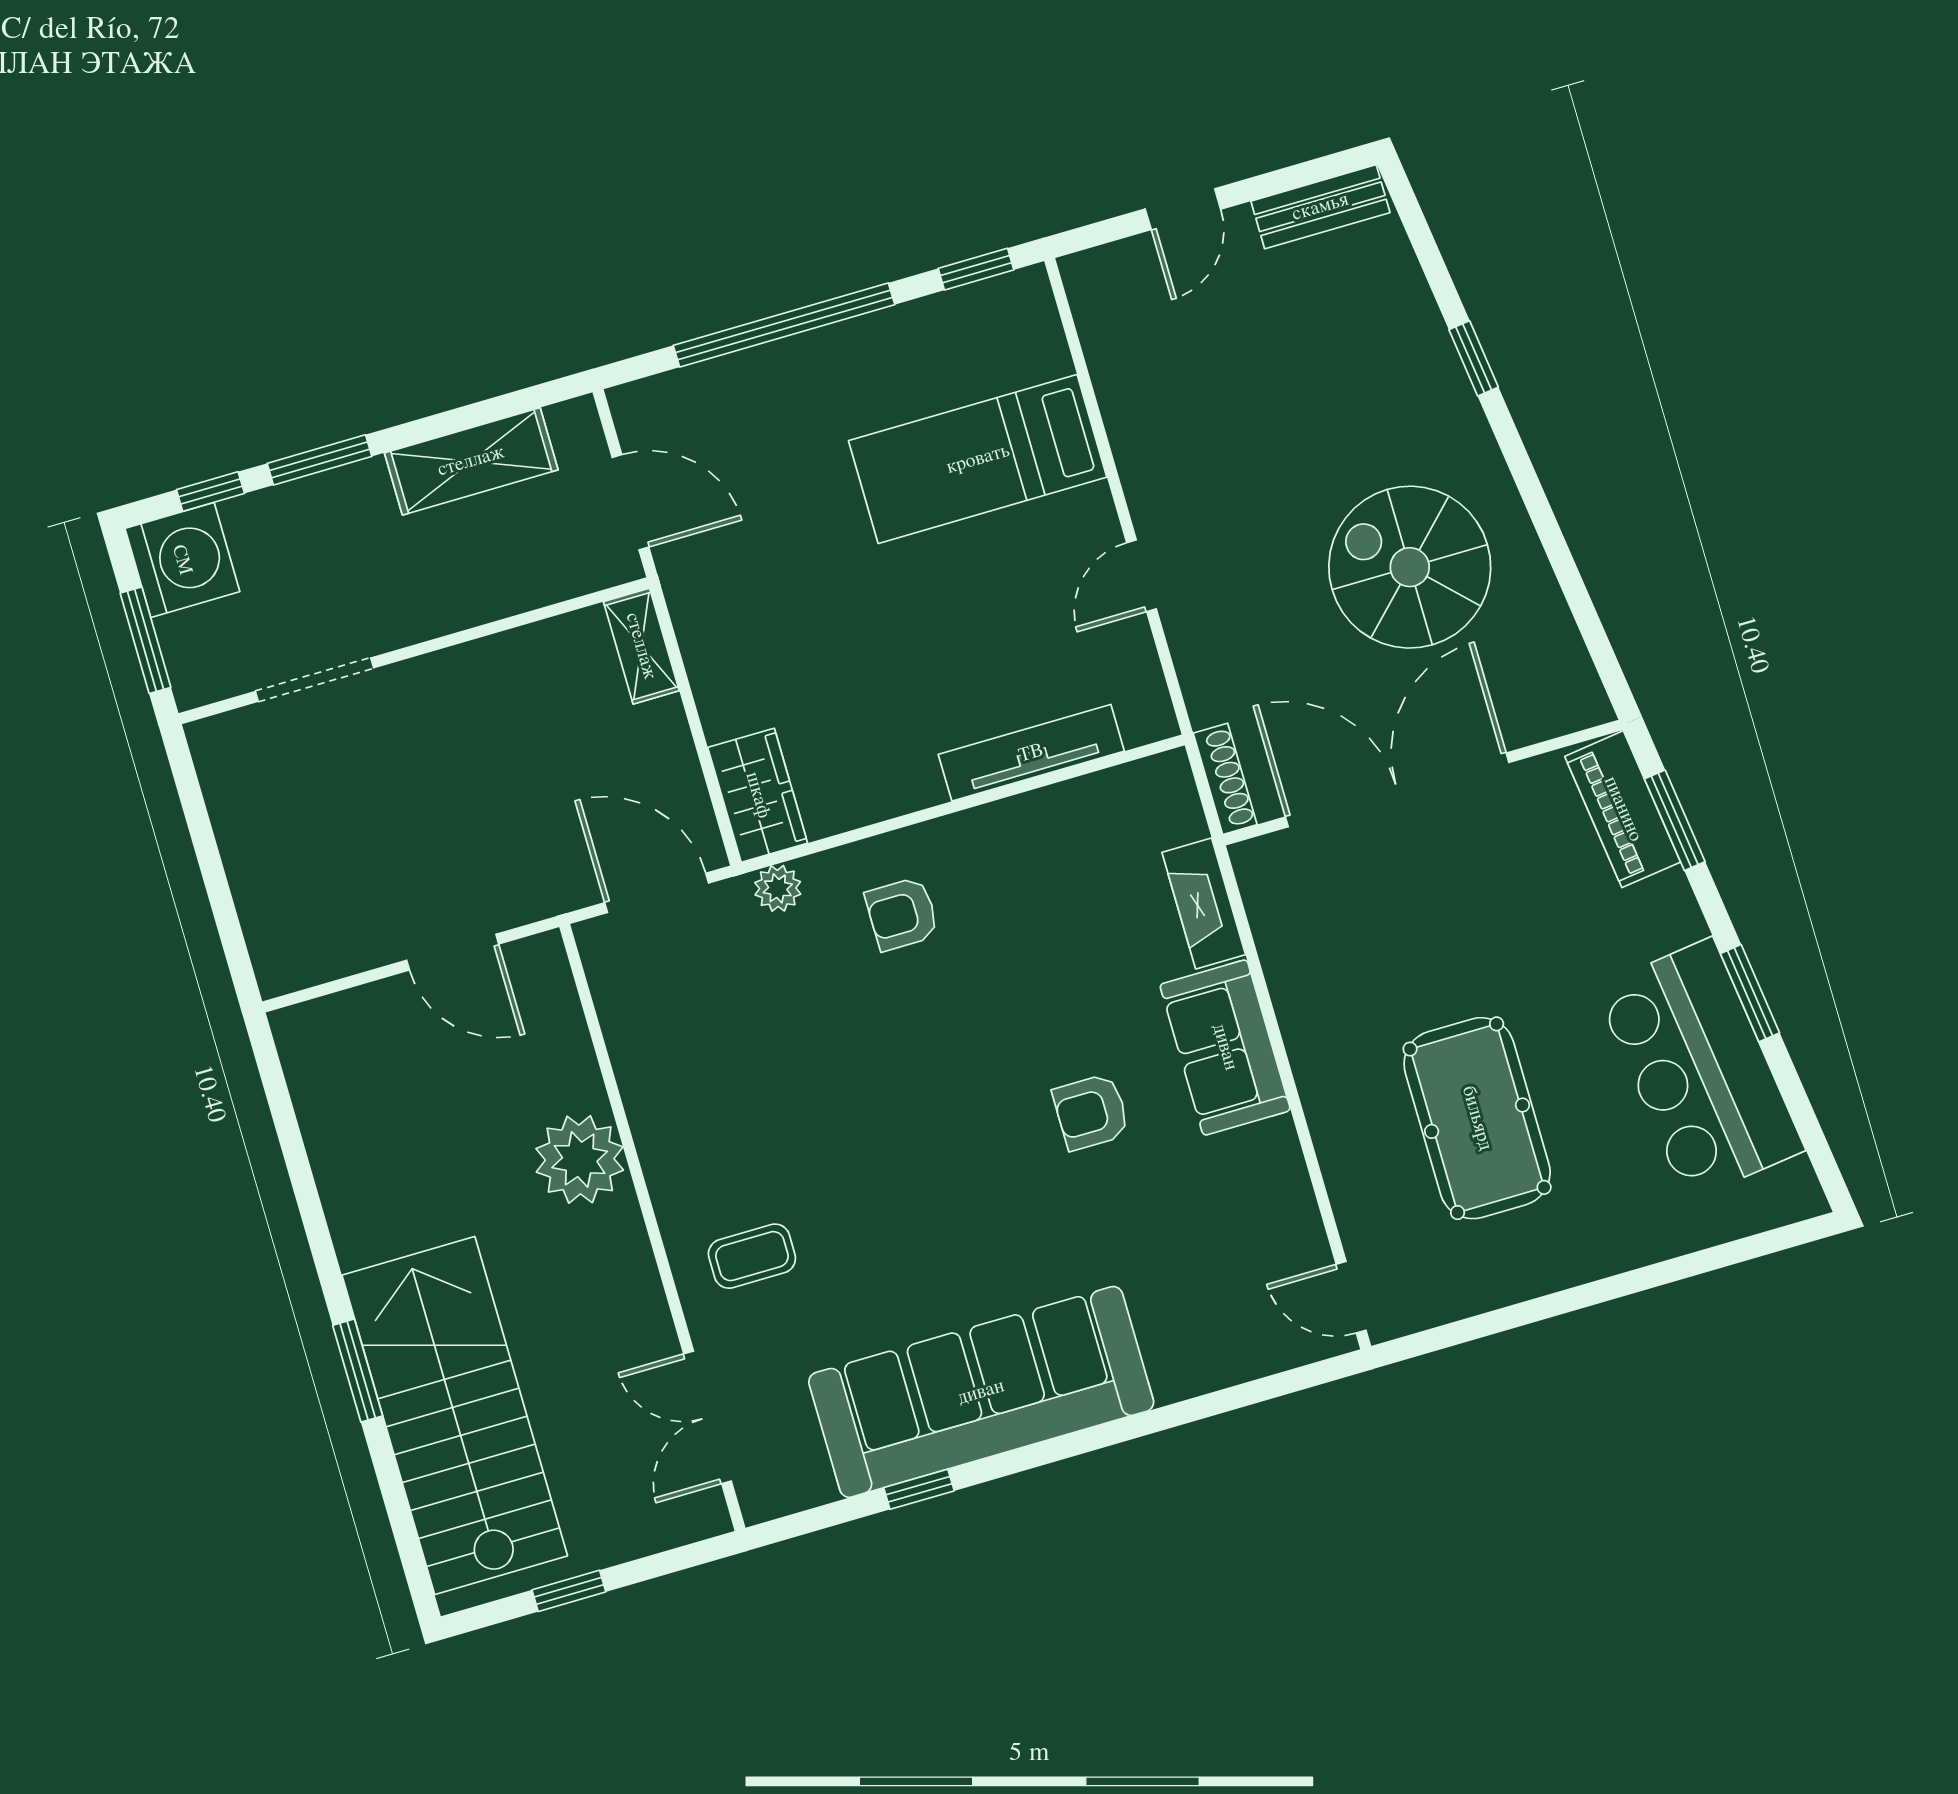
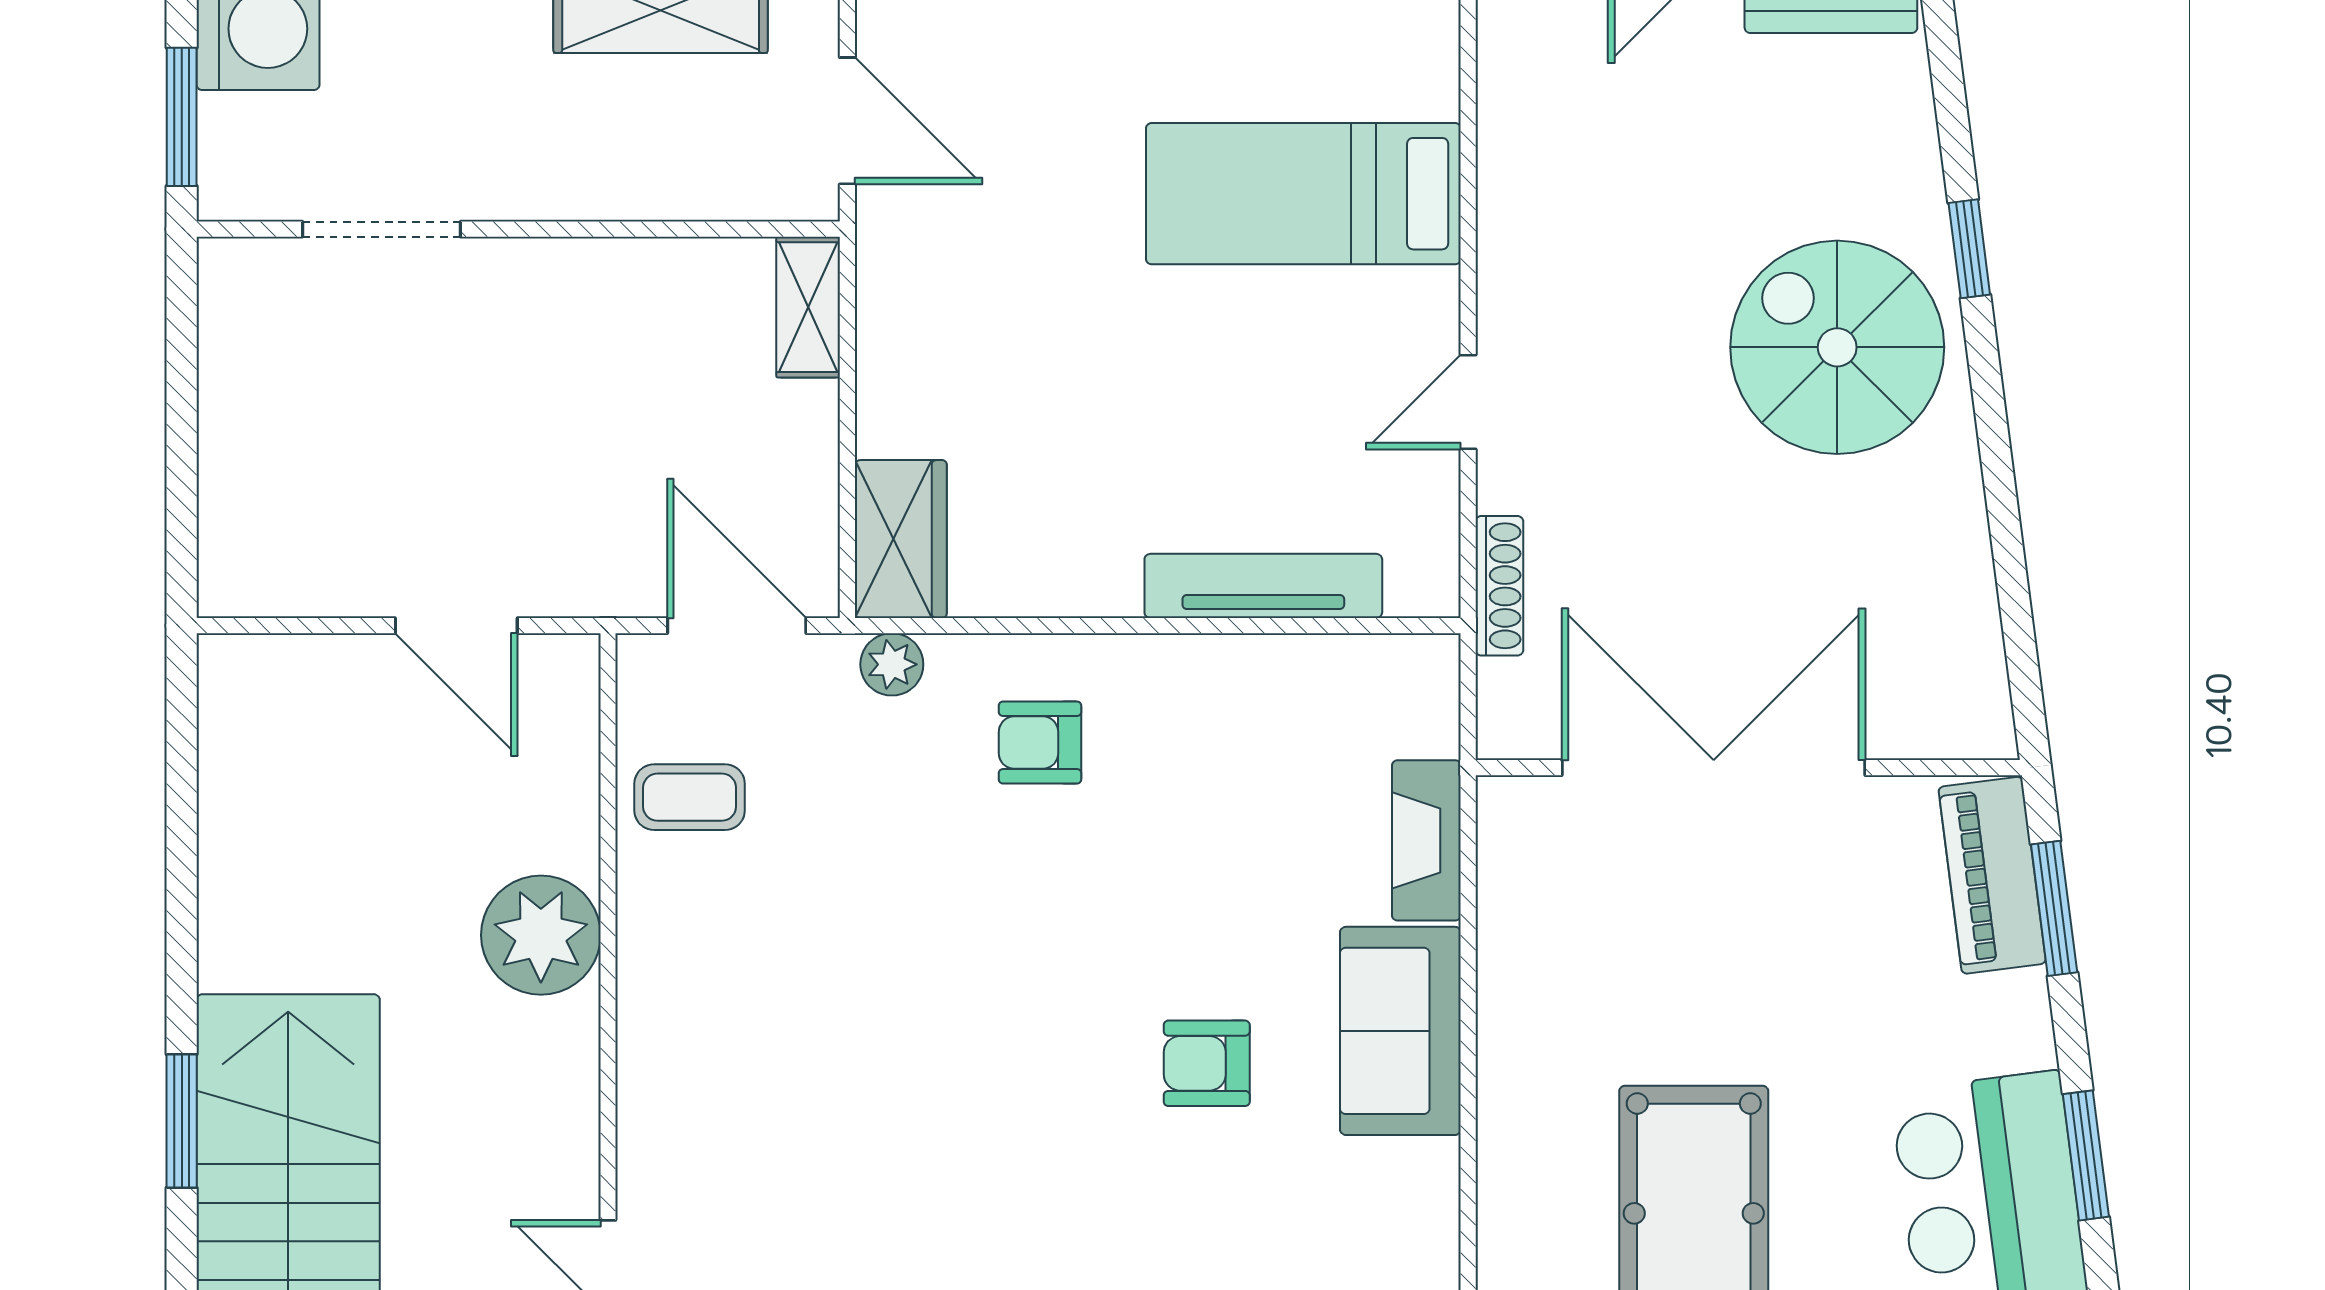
spiral stairs: (1410, 567) -> (1837, 347), moved
shoe rack: (1225, 779) -> (1499, 586), moved
coffee table: (752, 1256) -> (690, 797), moved

